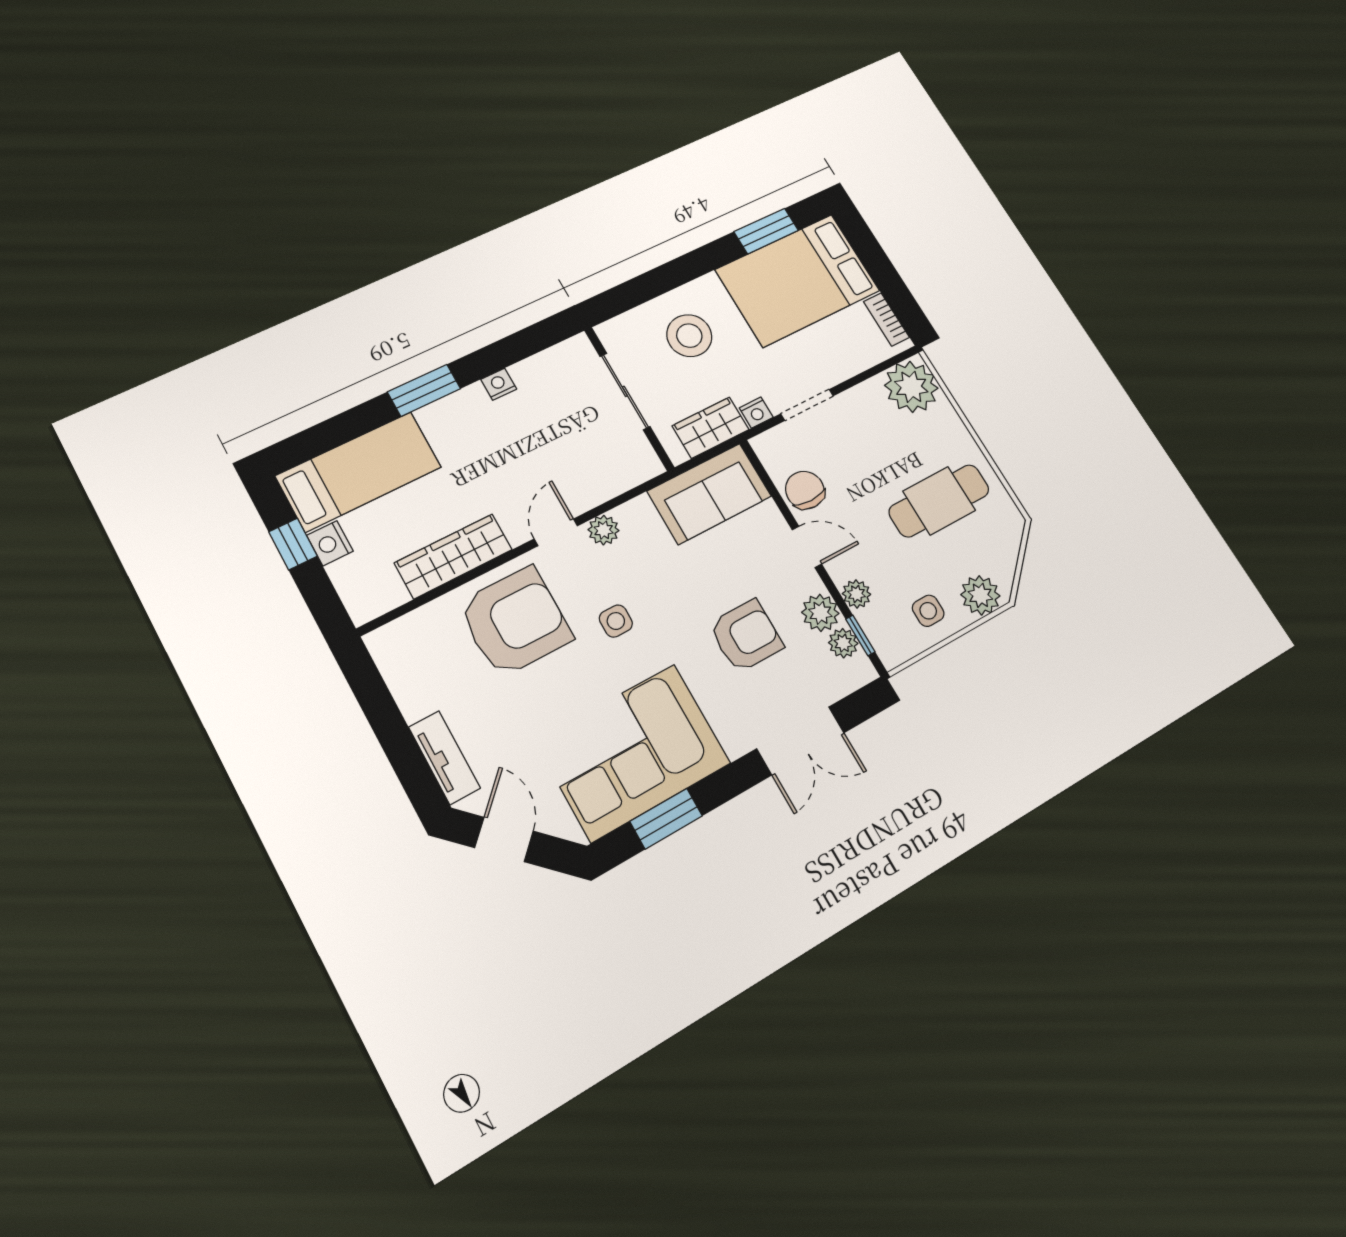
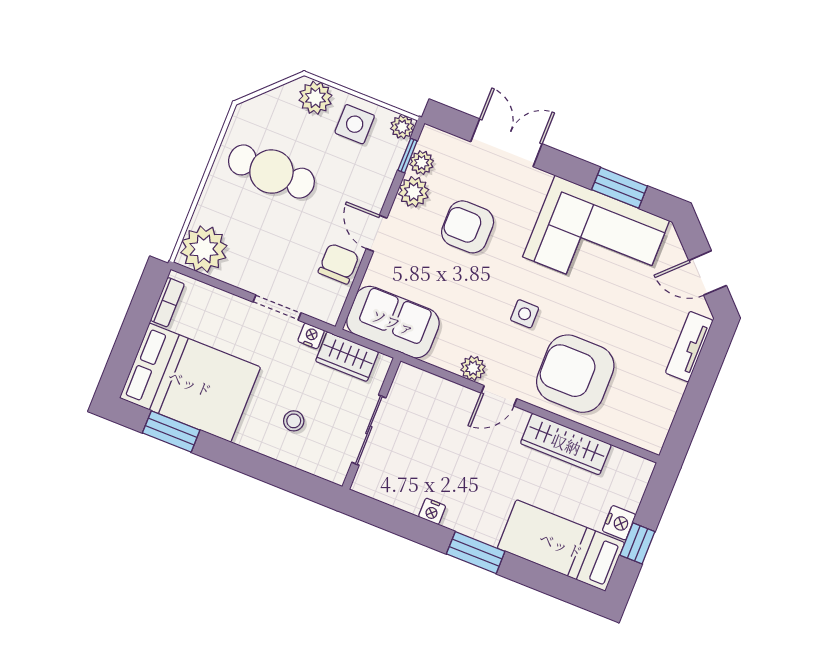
stool: (689, 336) -> (294, 421), width x0.53, depth x0.53
chair: (805, 490) -> (339, 264), turned 180
plant: (857, 594) -> (402, 127), moved
side table: (928, 611) -> (355, 124), width x1.37, depth x1.37
door: (504, 839) -> (708, 273), hinge flipped

